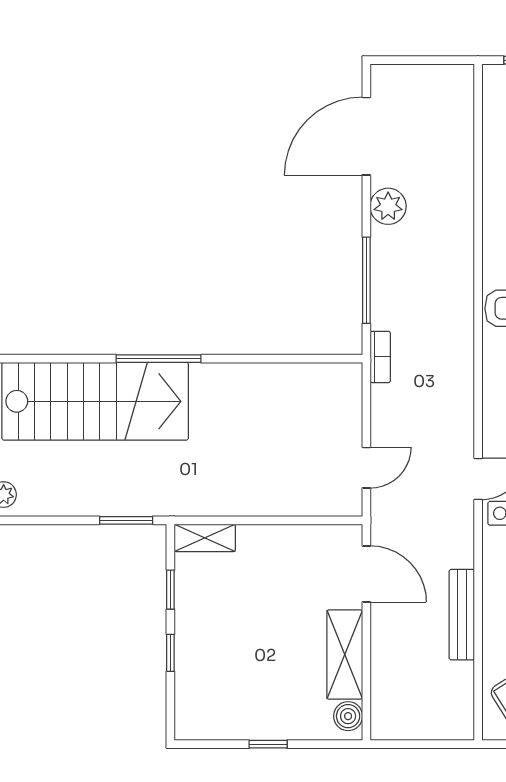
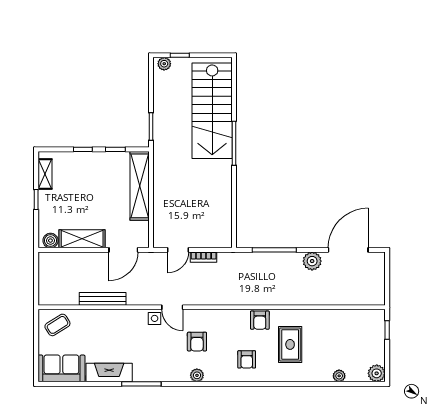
door: (366, 136) -> (348, 250), hinge flipped
bookcase: (380, 357) -> (204, 257), moved
door: (366, 468) -> (178, 250), hinge flipped
shelving: (205, 538) -> (140, 186), width x2.20, depth x1.33
shelving: (219, 727) -> (45, 174), added

